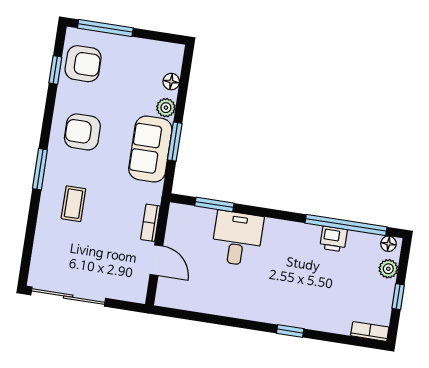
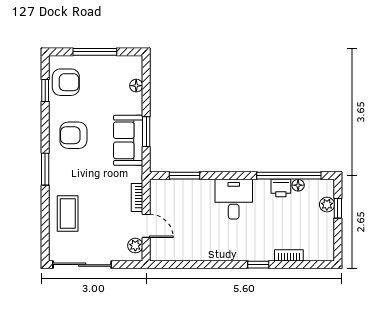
window: (105, 28) -> (95, 52), moved
plant: (166, 108) -> (135, 246), moved
coffee table: (73, 204) -> (68, 214), moved, width x1.36, depth x1.30
desk: (237, 238) -> (234, 199), moved
floor lamp: (388, 244) -> (298, 185), moved
window: (398, 297) -> (338, 208), moved
bookcase: (370, 331) -> (289, 255), moved

